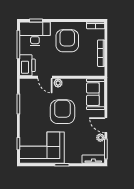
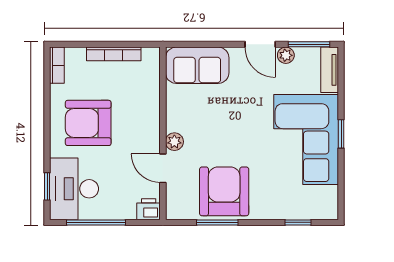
printer: (27, 65) -> (149, 209), width x0.53, depth x0.68
door: (45, 77) -> (163, 168), swing flipped
armchair: (62, 112) -> (224, 191), moved, turned 90
door: (106, 125) -> (260, 44), hinge flipped
corner sofa: (42, 148) -> (306, 140), moved

